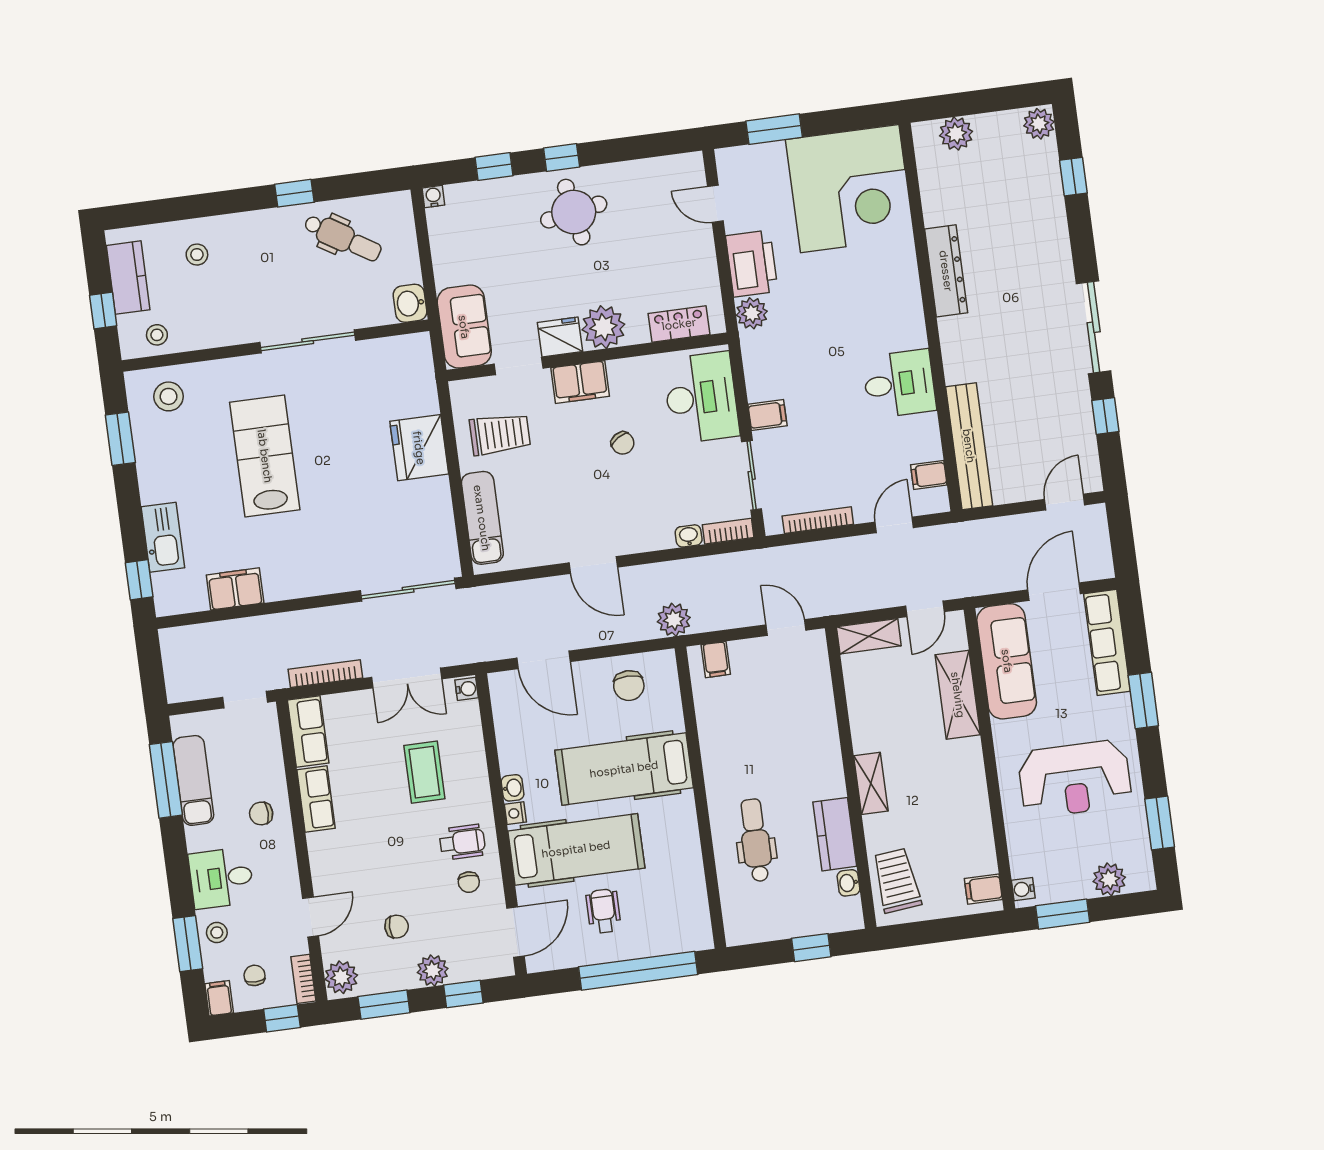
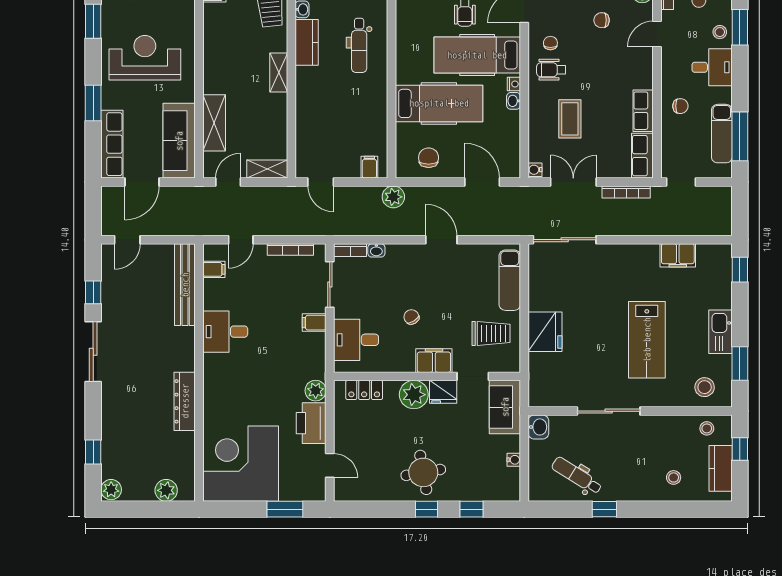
water cooler: (433, 197) -> (514, 460), moved, turned -90
desk: (701, 398) -> (356, 340), width x0.73
trolley: (500, 434) -> (491, 333), turned 180
kitchen sink: (163, 537) -> (721, 332), moved

